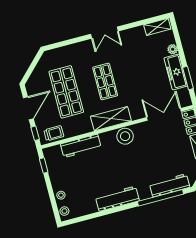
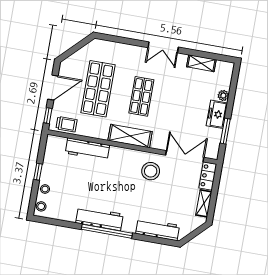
shelving: (157, 27) -> (201, 63), moved
freezer: (176, 72) -> (217, 114), width x0.71
stool: (125, 136) -> (151, 171), moved
window: (44, 166) -> (38, 172), moved
window: (160, 198) -> (107, 231), moved

